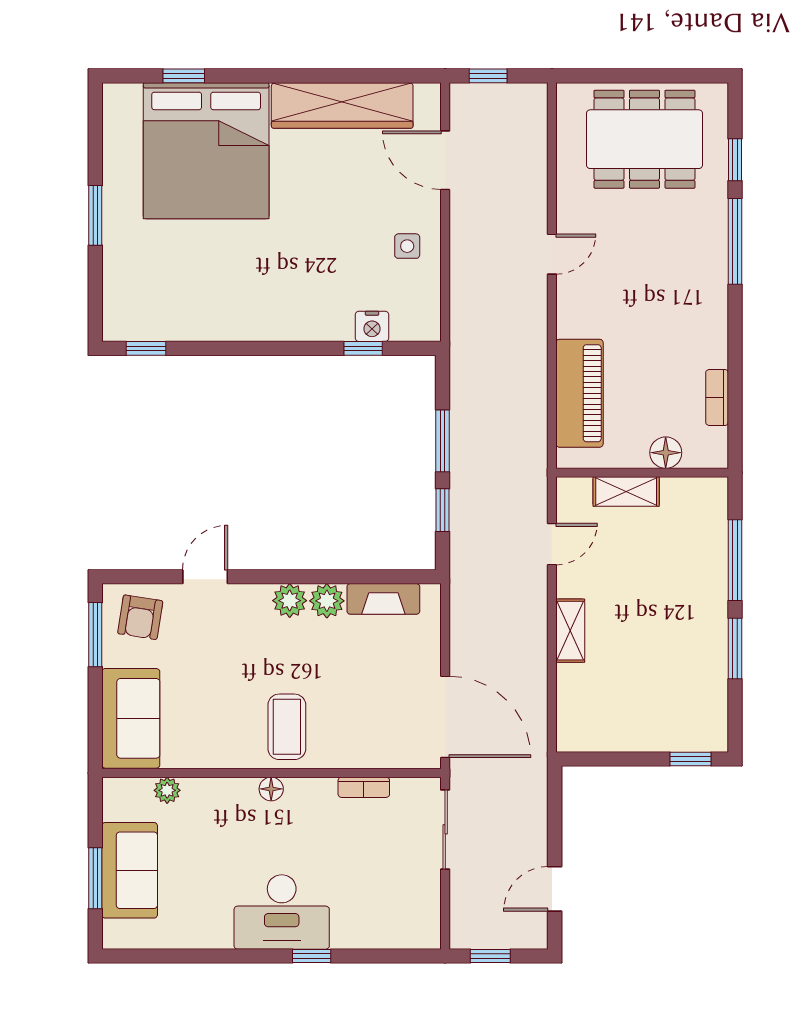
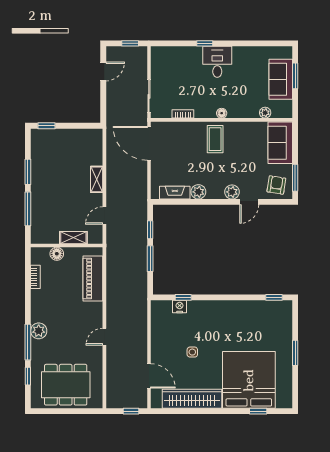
side table: (407, 246) -> (192, 352), moved
plant: (709, 268) -> (39, 331), added
plant: (290, 601) -> (232, 192), moved
desk: (282, 912) -> (217, 62), width x0.73

